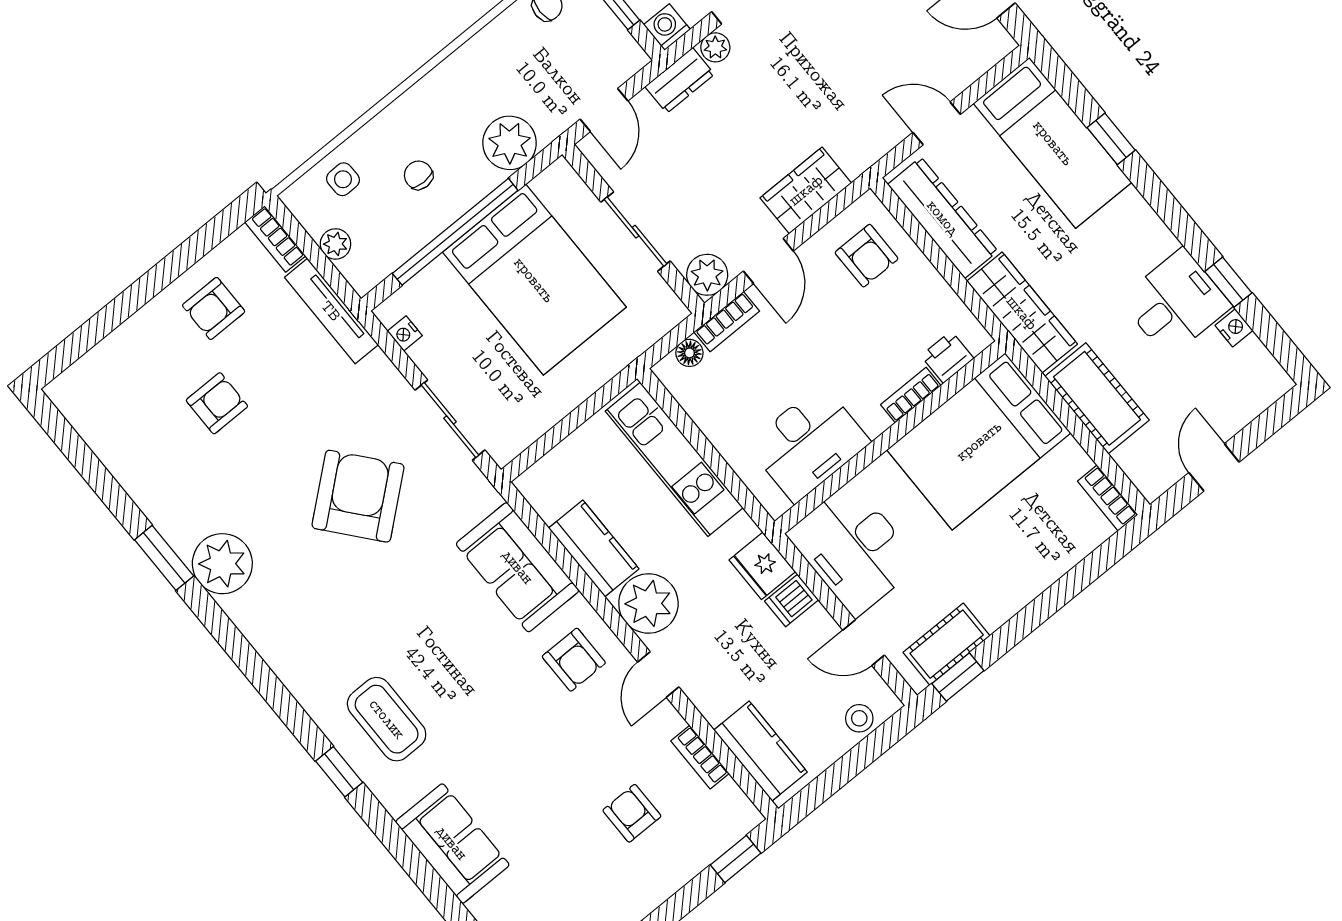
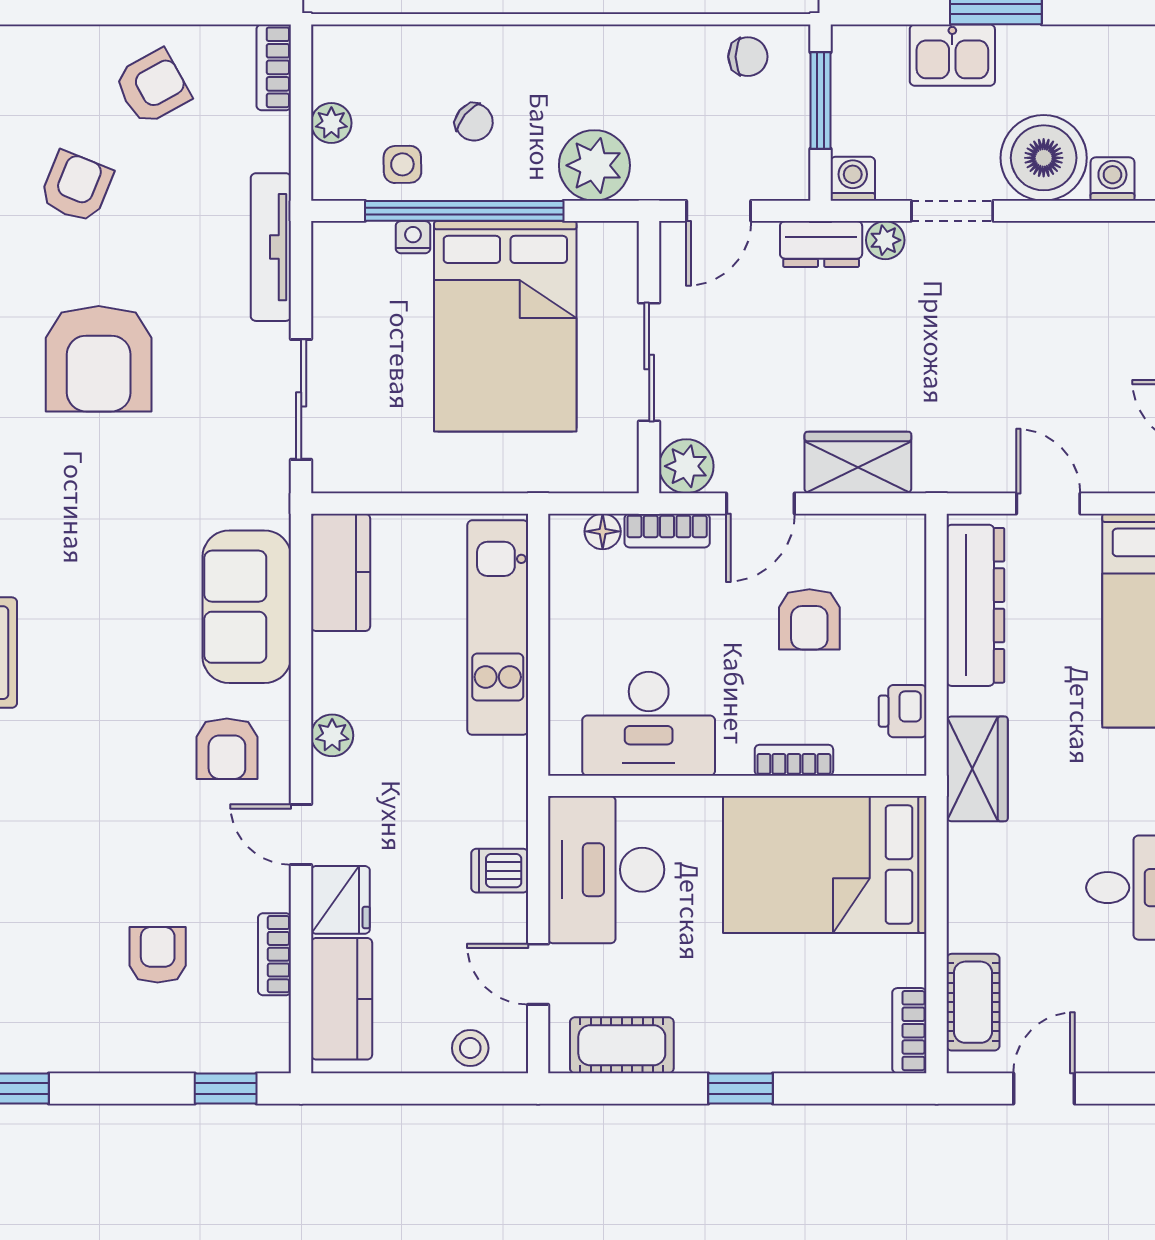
chair: (418, 175) -> (474, 122), turned 130
side table: (343, 179) -> (402, 164), moved
armchair: (867, 256) -> (809, 619), moved
armchair: (214, 308) -> (152, 87), turned 151
tv unit: (331, 311) -> (271, 247), moved
wardrobe: (1022, 313) -> (977, 769), width x0.67
nightstand: (405, 333) -> (413, 237), moved, turned 90
printer: (947, 357) -> (903, 711), moved, turned -90
cot: (1097, 398) -> (973, 1002), moved, width x0.73, depth x0.75
armchair: (217, 403) -> (76, 187), turned -68
armchair: (358, 496) -> (99, 359), moved, turned 130
kitchen counter: (594, 548) -> (341, 572), moved
fridge: (762, 566) -> (340, 900), moved, turned 180
plant: (648, 603) -> (332, 735), width x0.53, depth x0.53
door: (658, 674) -> (301, 835), hinge flipped
window: (958, 677) -> (740, 1088), moved

